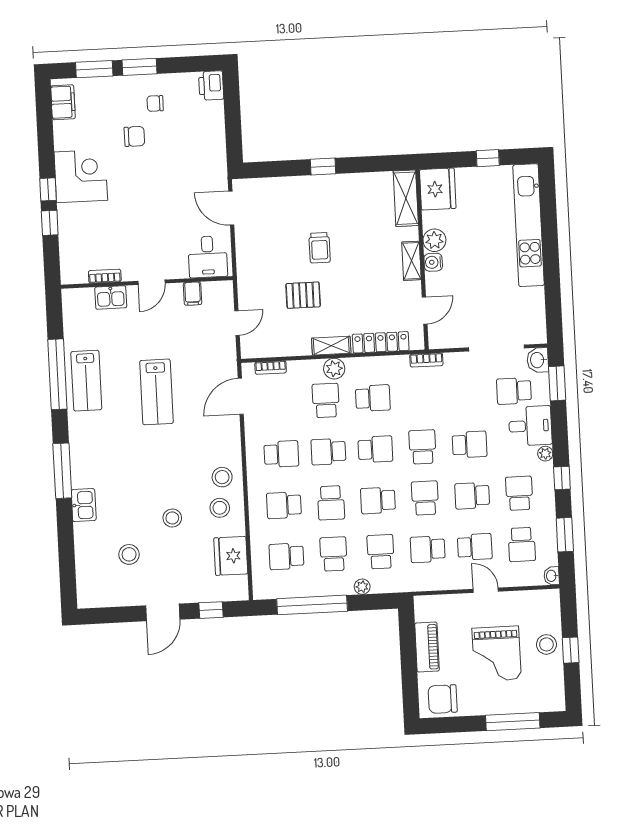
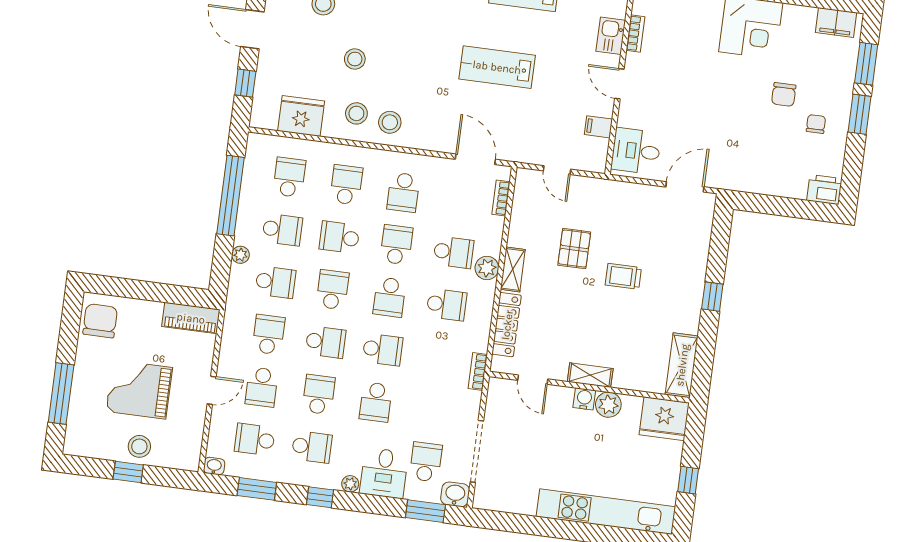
shelving: (406, 198) -> (682, 365), moved, turned 90
school desk: (373, 398) -> (447, 305), turned -90
piano: (427, 647) -> (191, 318), moved

